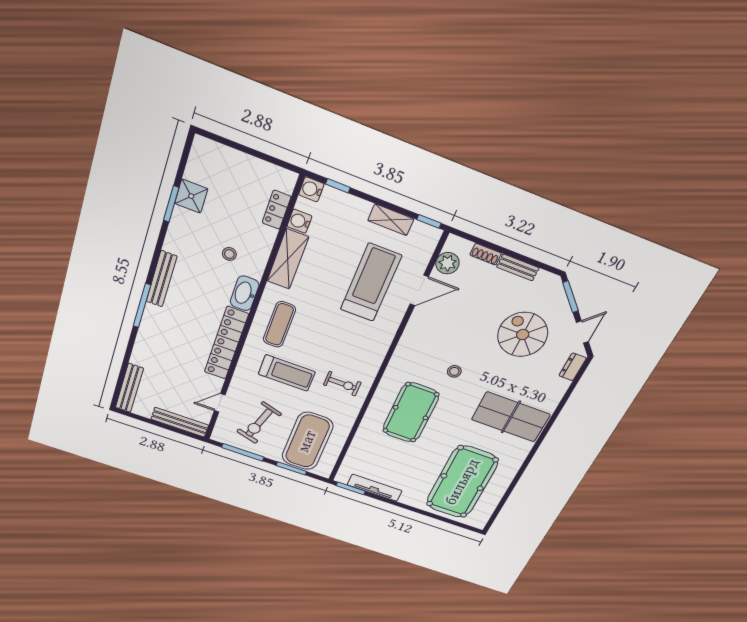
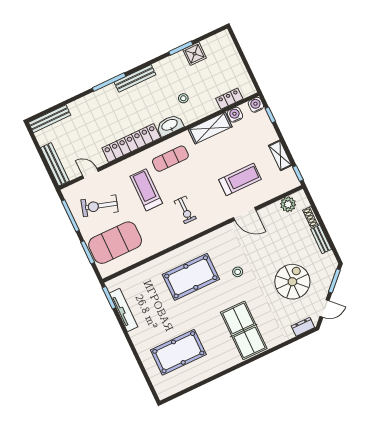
treadmill: (371, 283) -> (240, 179), width x0.73, depth x0.73
door: (419, 290) -> (245, 214), moved
treadmill: (287, 373) -> (146, 190), turned 180
exercise bike: (342, 384) -> (185, 210), moved
pool table: (462, 482) -> (178, 352), width x0.73, depth x0.76

